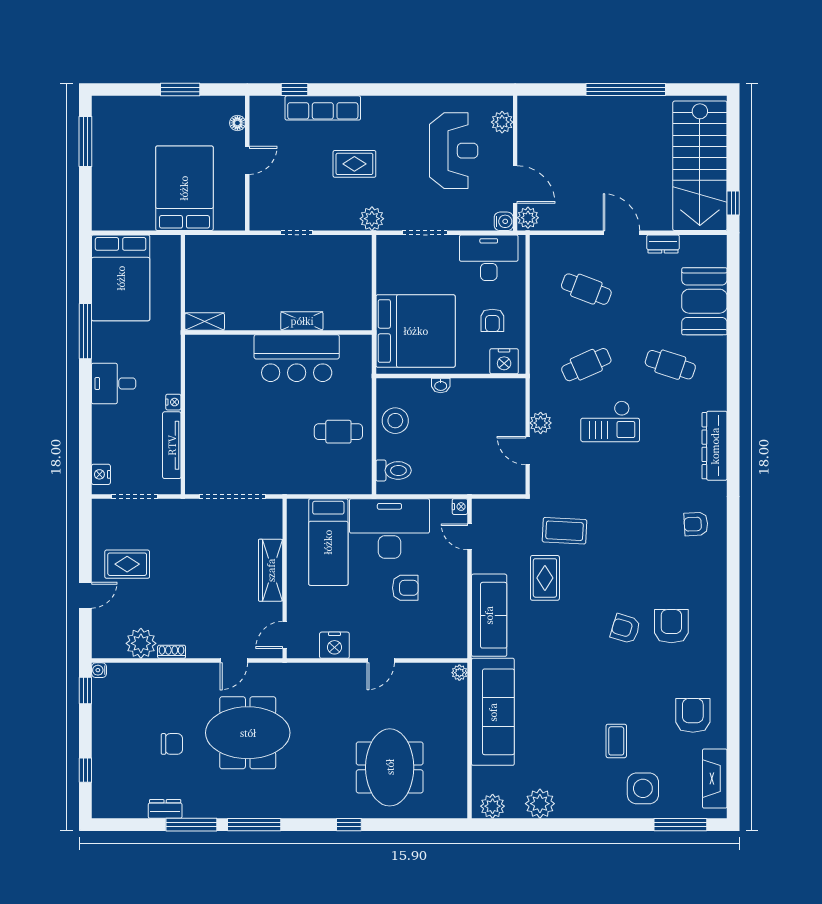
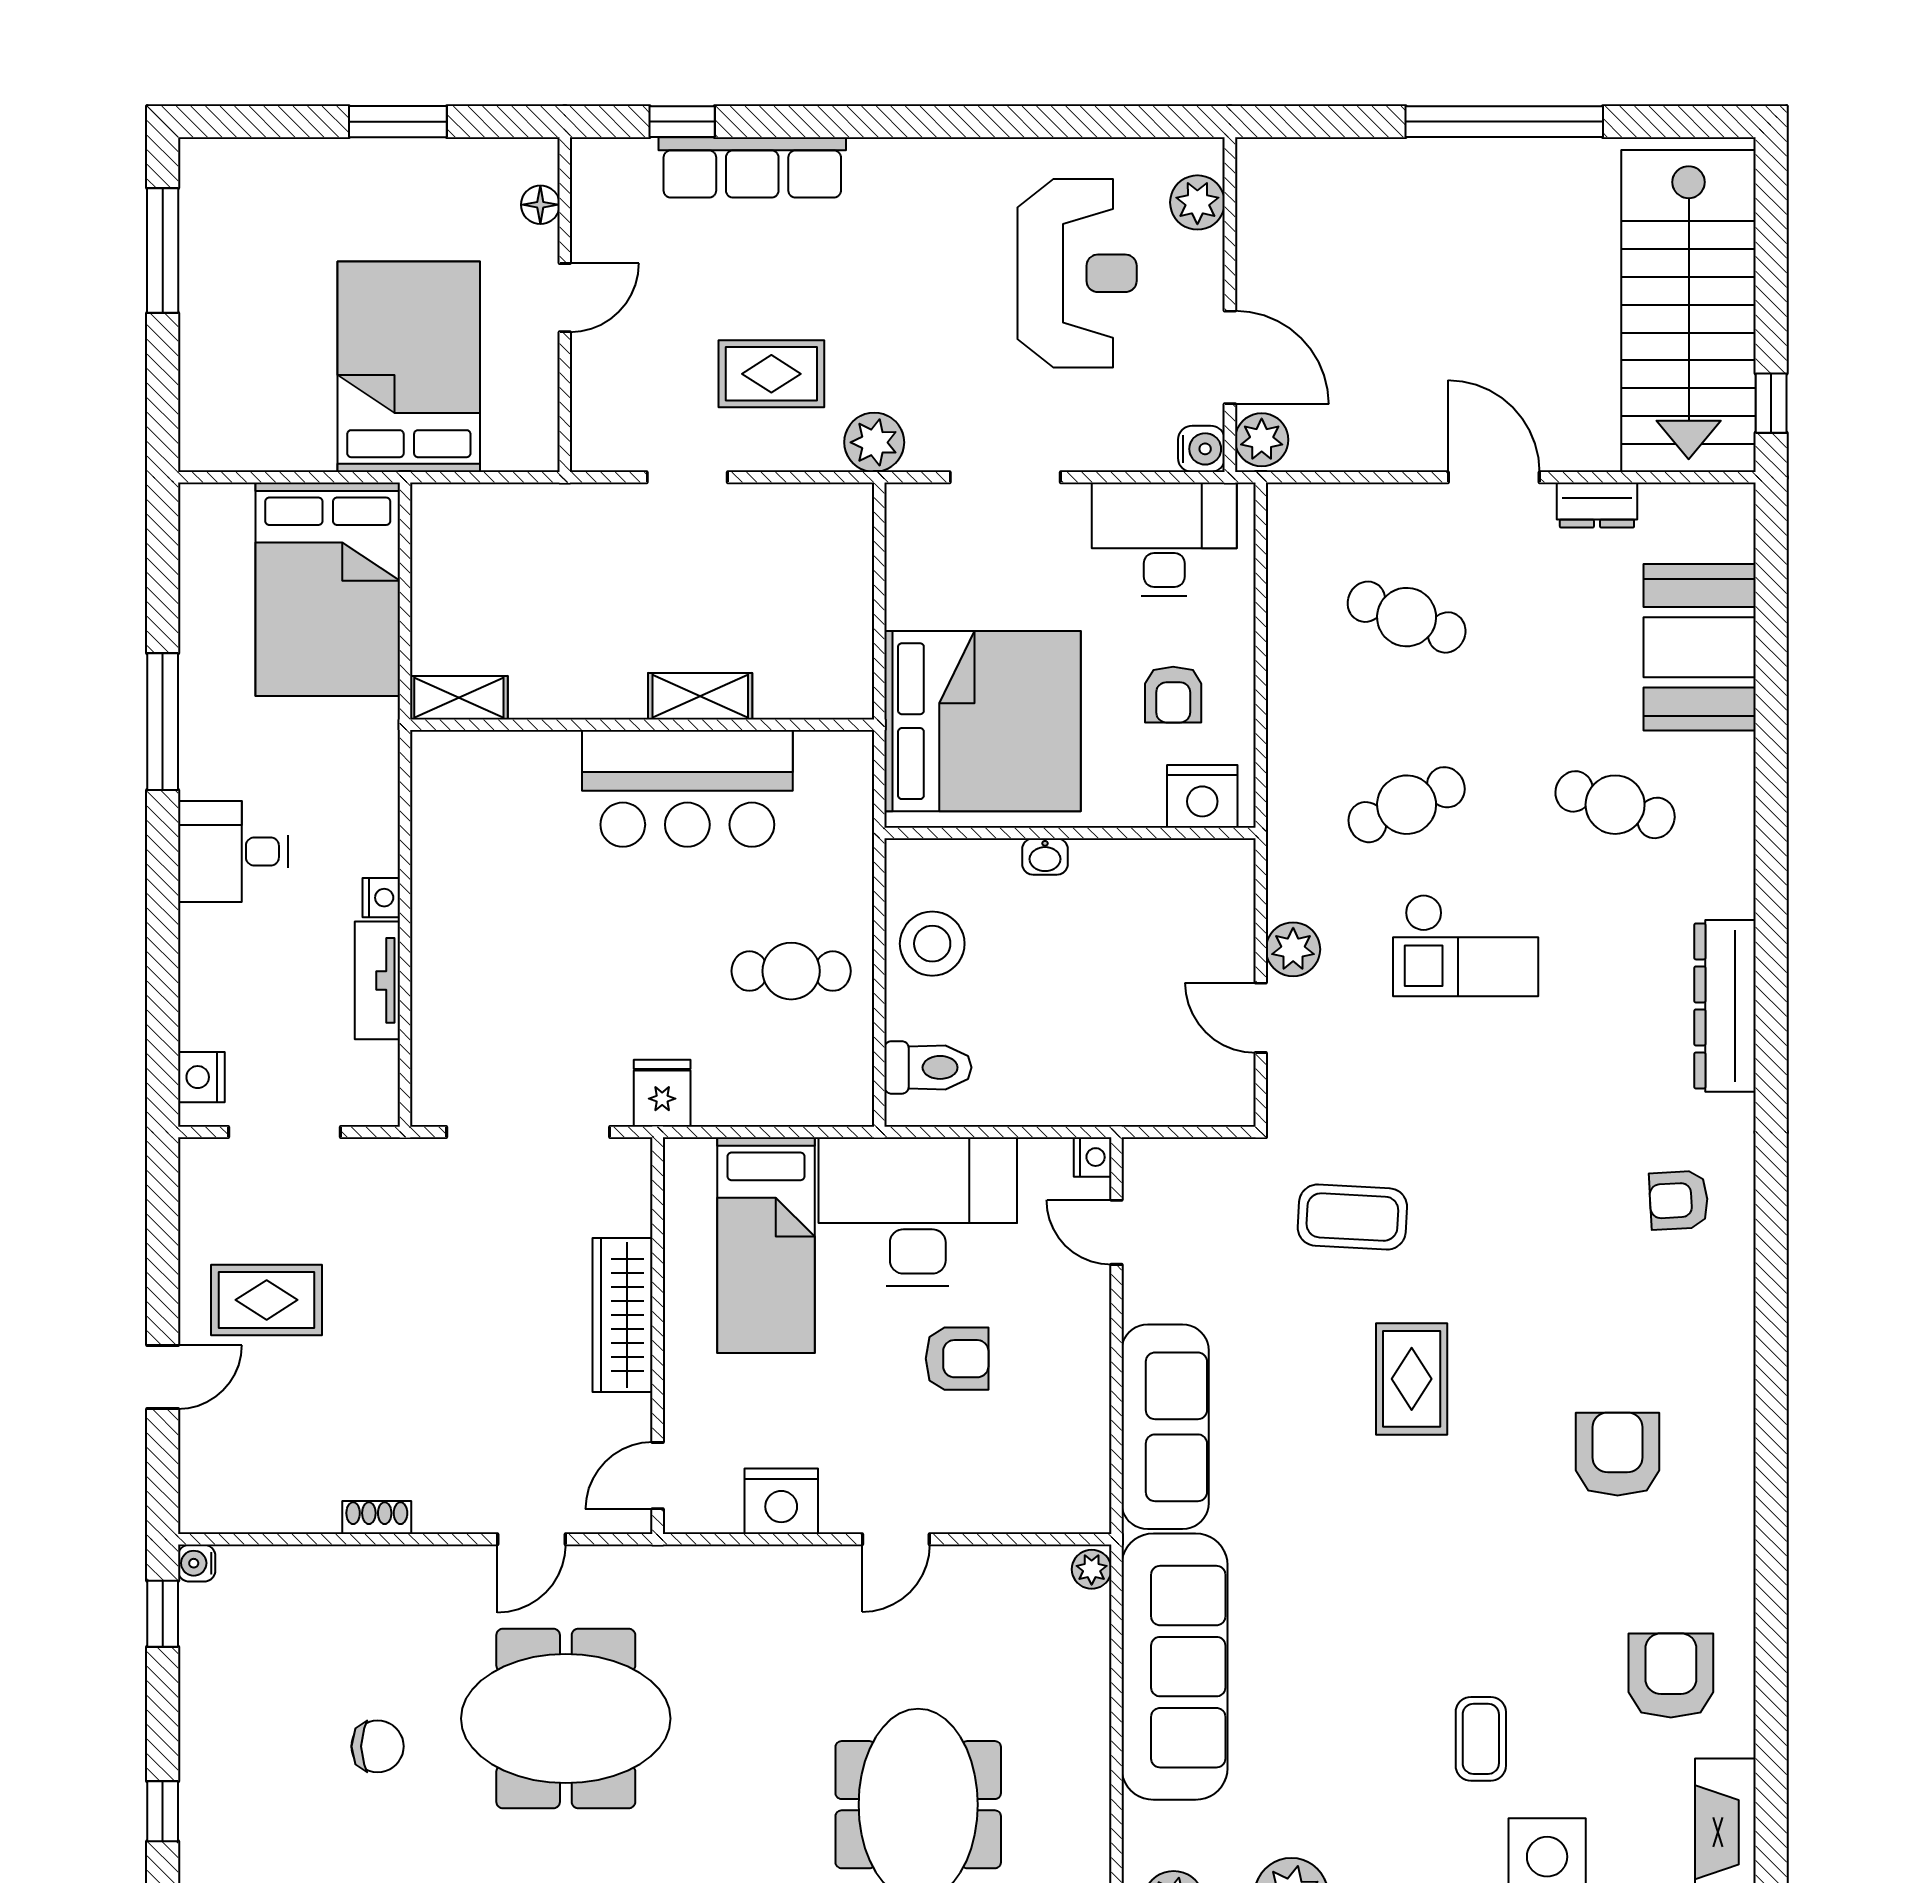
rug: (354, 164) -> (771, 374), moved
bed: (121, 278) -> (328, 589), moved
tv unit: (172, 445) -> (377, 980), width x0.71
fridge: (286, 481) -> (662, 1093), added
rug: (545, 578) -> (1412, 1379), moved
armchair: (625, 629) -> (1504, 1460), removed
plant: (141, 643) -> (301, 1497), removed

